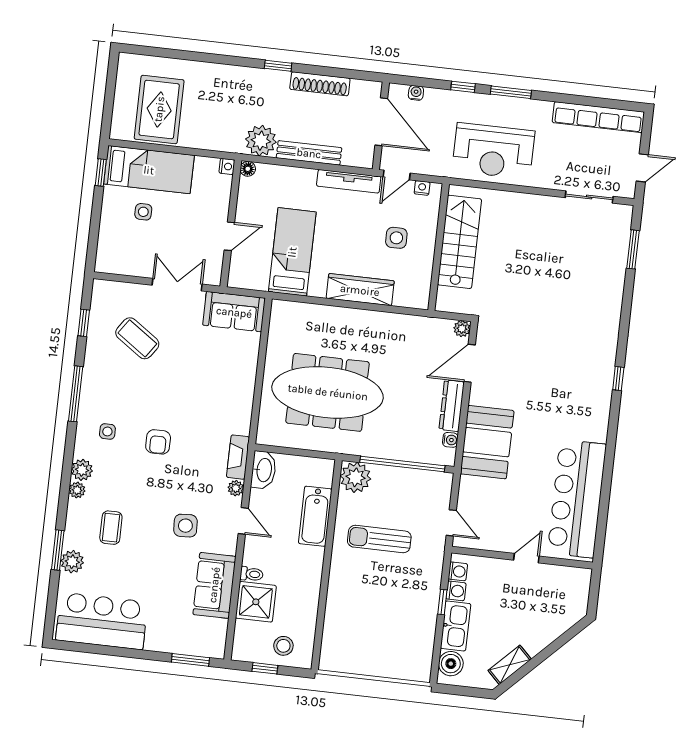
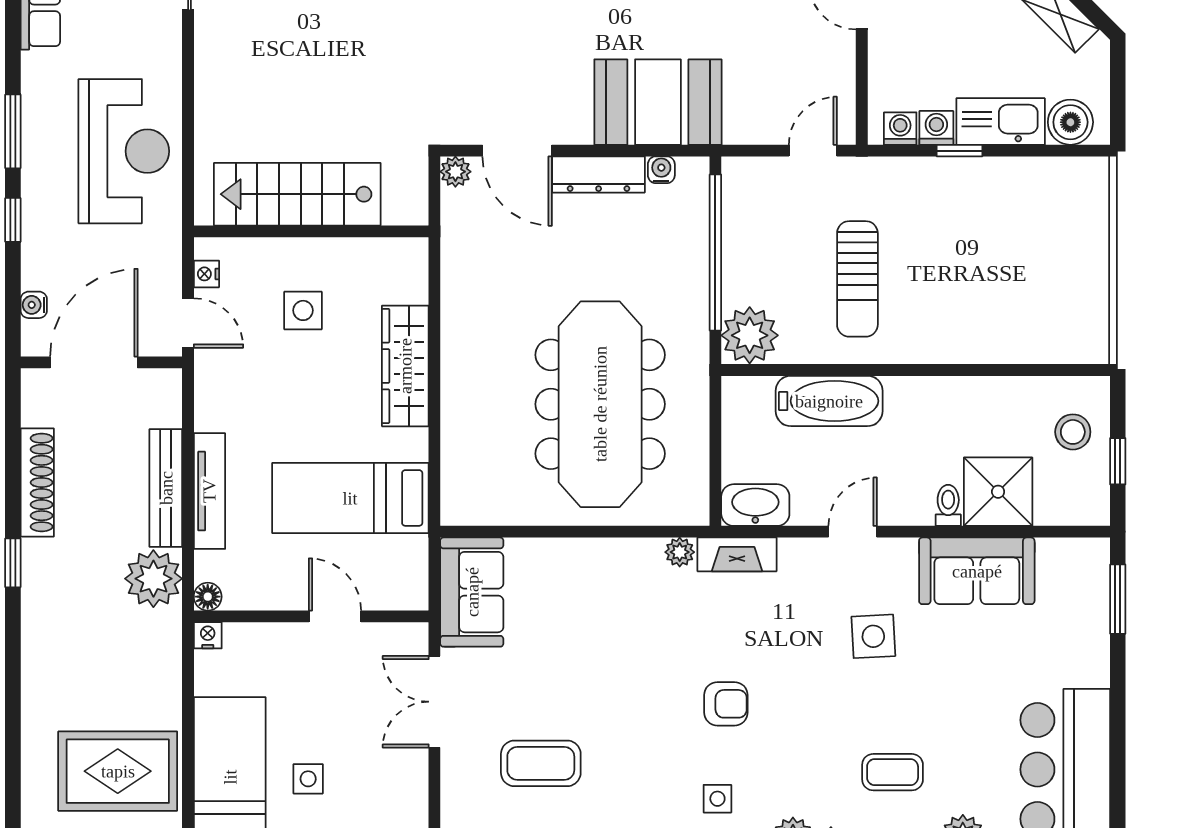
tv unit: (349, 181) -> (209, 491), moved
coffee table: (137, 338) -> (541, 763), turned 55
plant: (236, 488) -> (680, 552), moved

